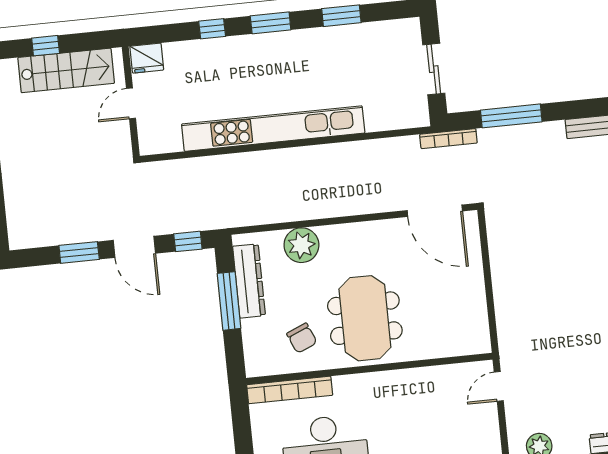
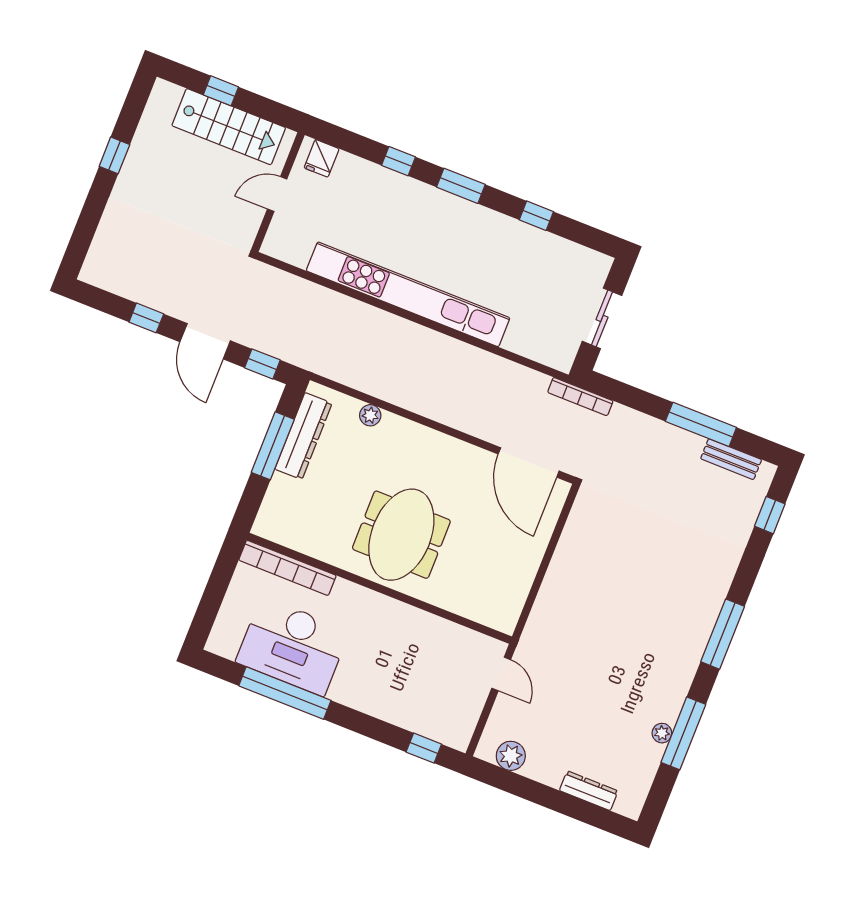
window: (341, 16) -> (536, 216), width x0.67
fridge: (147, 58) -> (322, 158), width x0.72
window: (511, 116) -> (701, 424), moved
plant: (301, 245) -> (370, 415), width x0.53, depth x0.53
window: (79, 252) -> (146, 318), width x0.67
chair: (302, 338) -> (327, 522), removed
door: (499, 386) -> (501, 674), swing flipped

